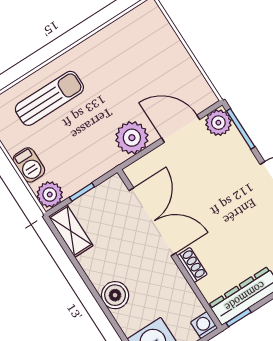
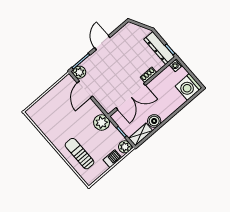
plant: (132, 138) -> (102, 122), moved
double door: (152, 222) -> (131, 97), swing flipped
boiler: (115, 295) -> (154, 121), moved

